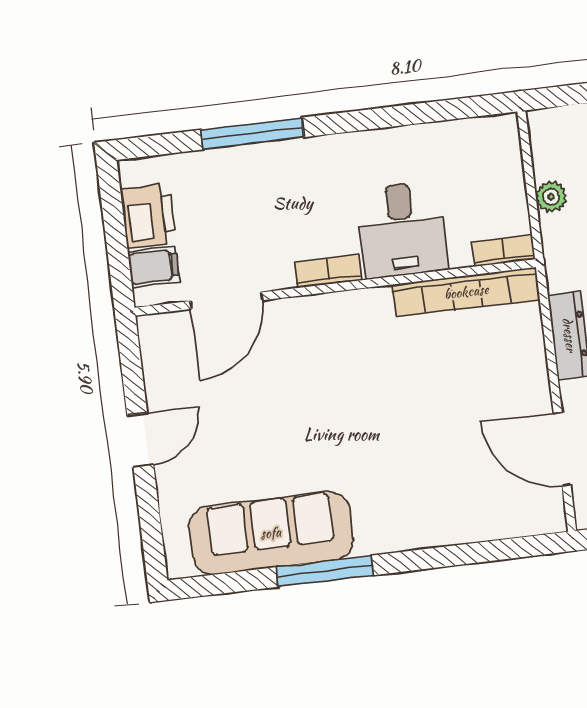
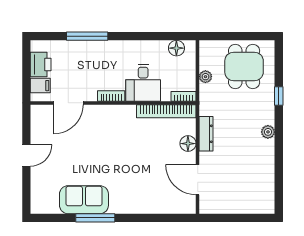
floor lamp: (472, 136) -> (176, 48), added
floor lamp: (528, 364) -> (188, 144), added
sofa: (271, 533) -> (84, 200), width x0.73

